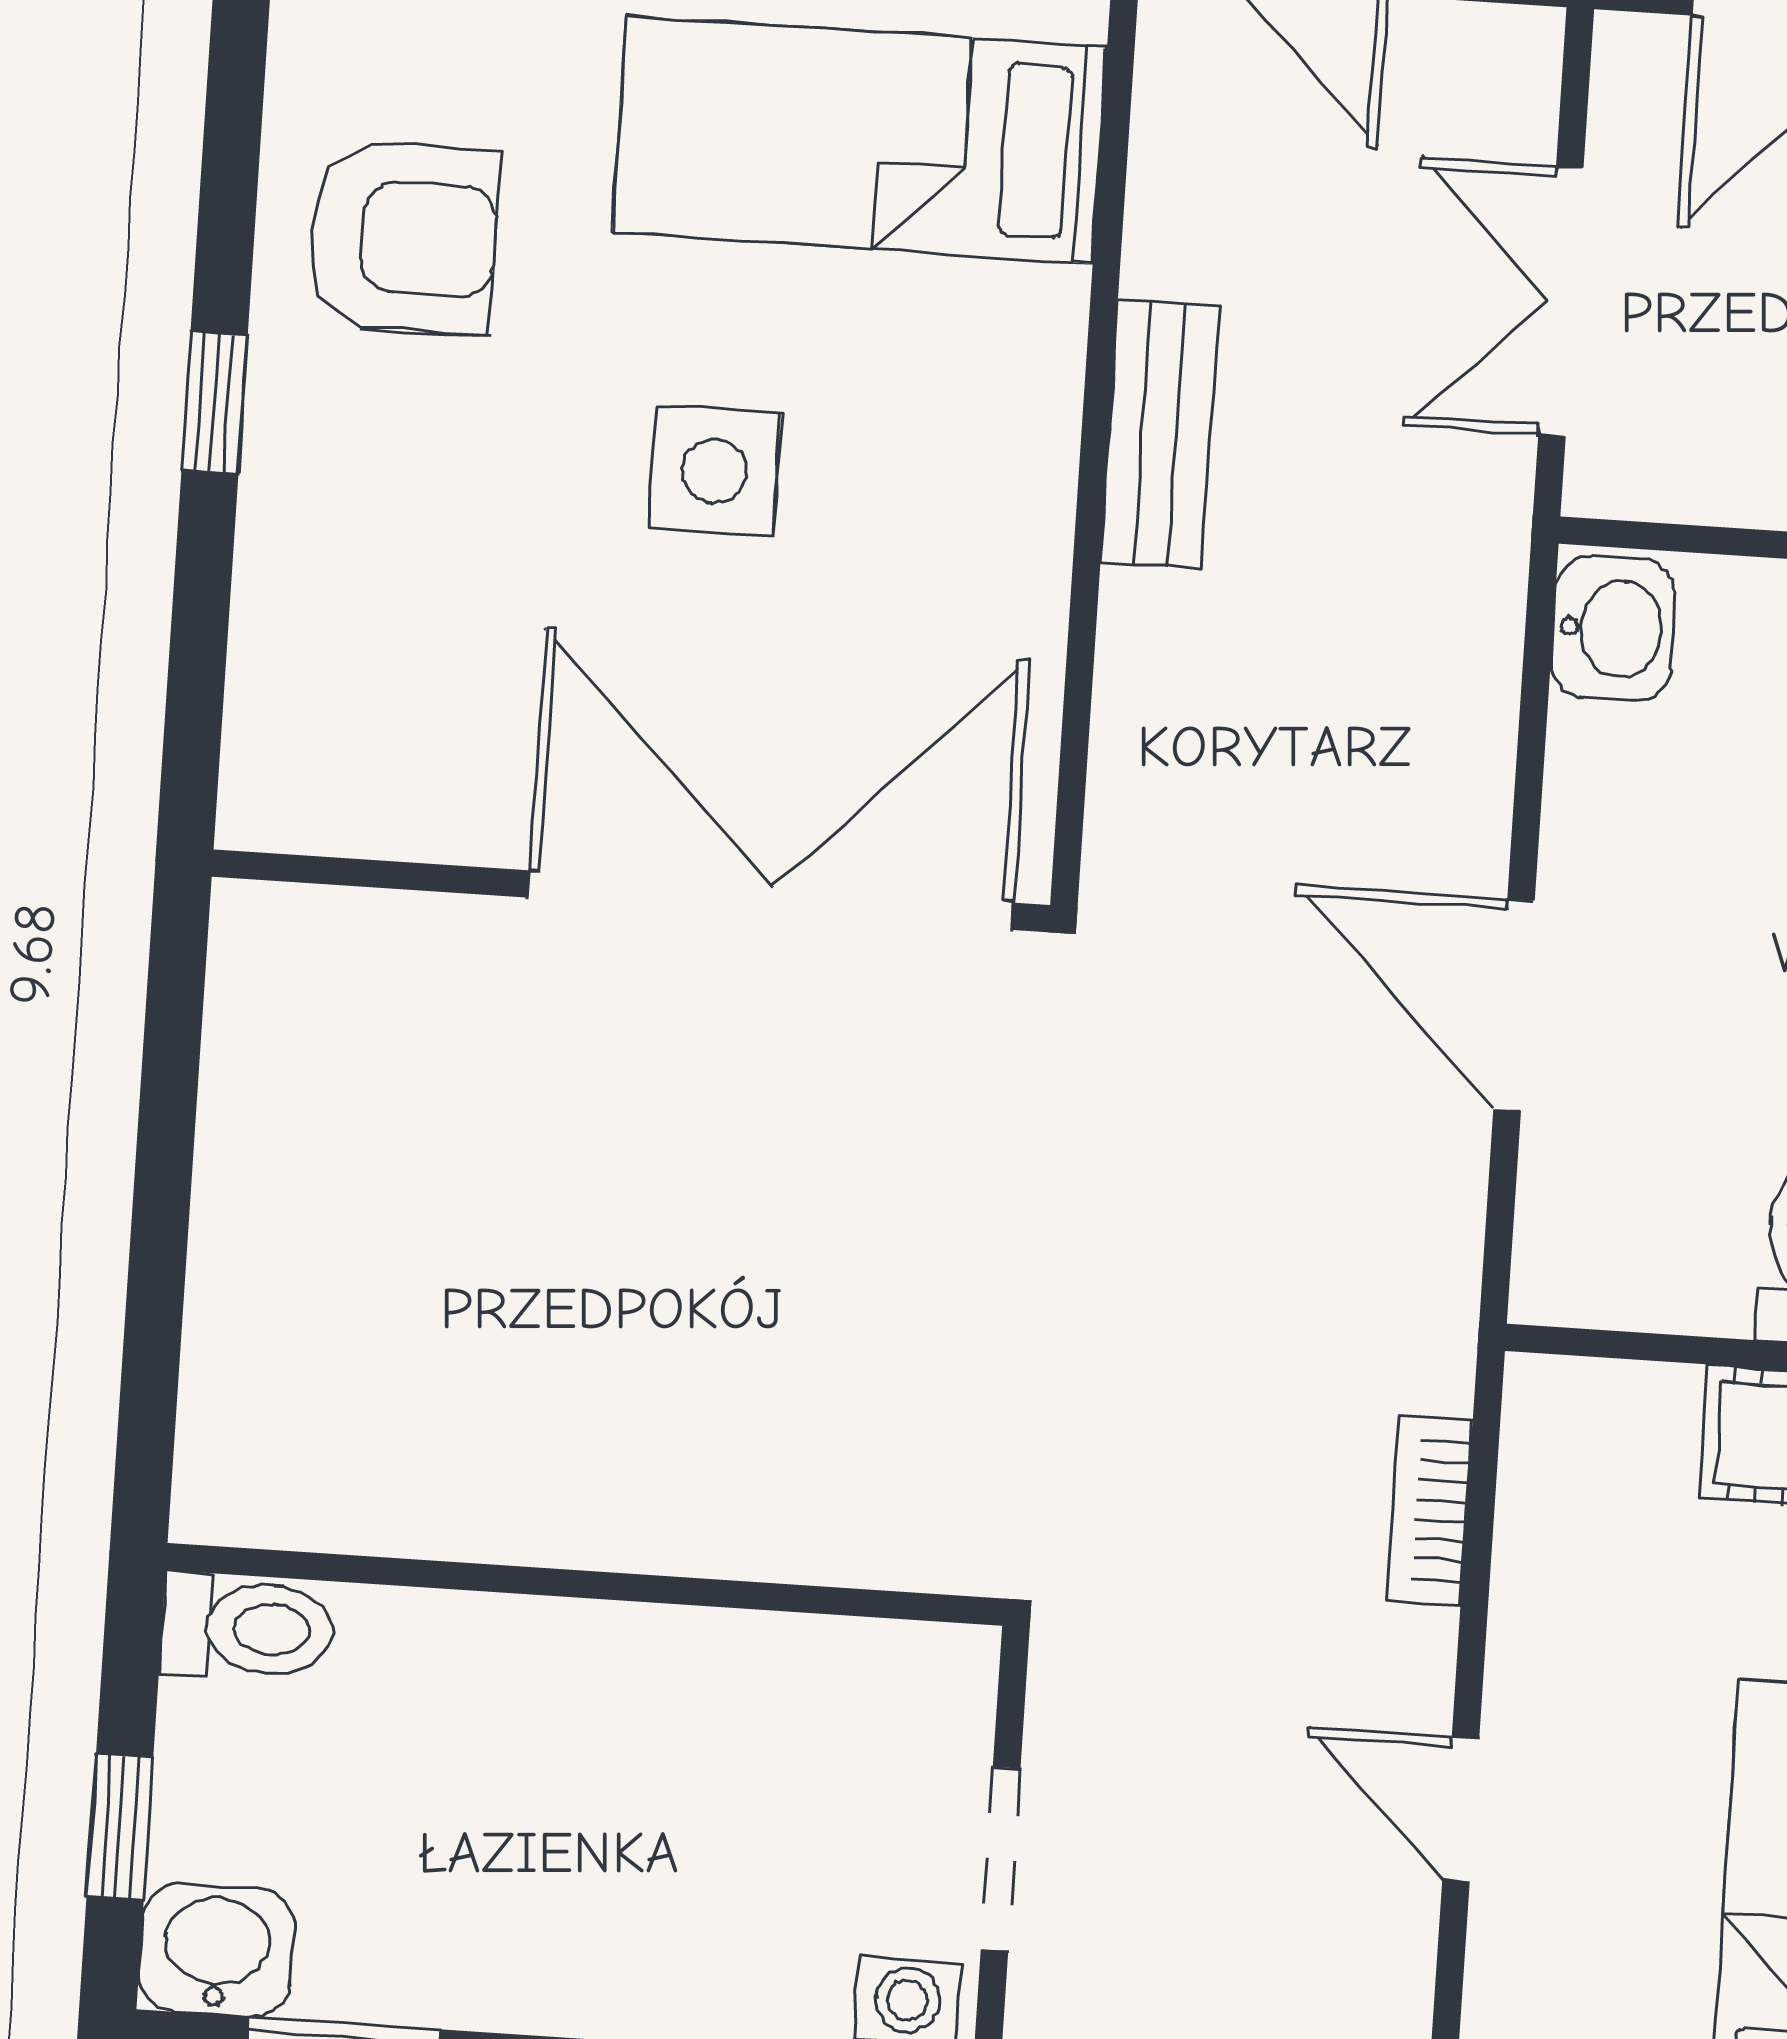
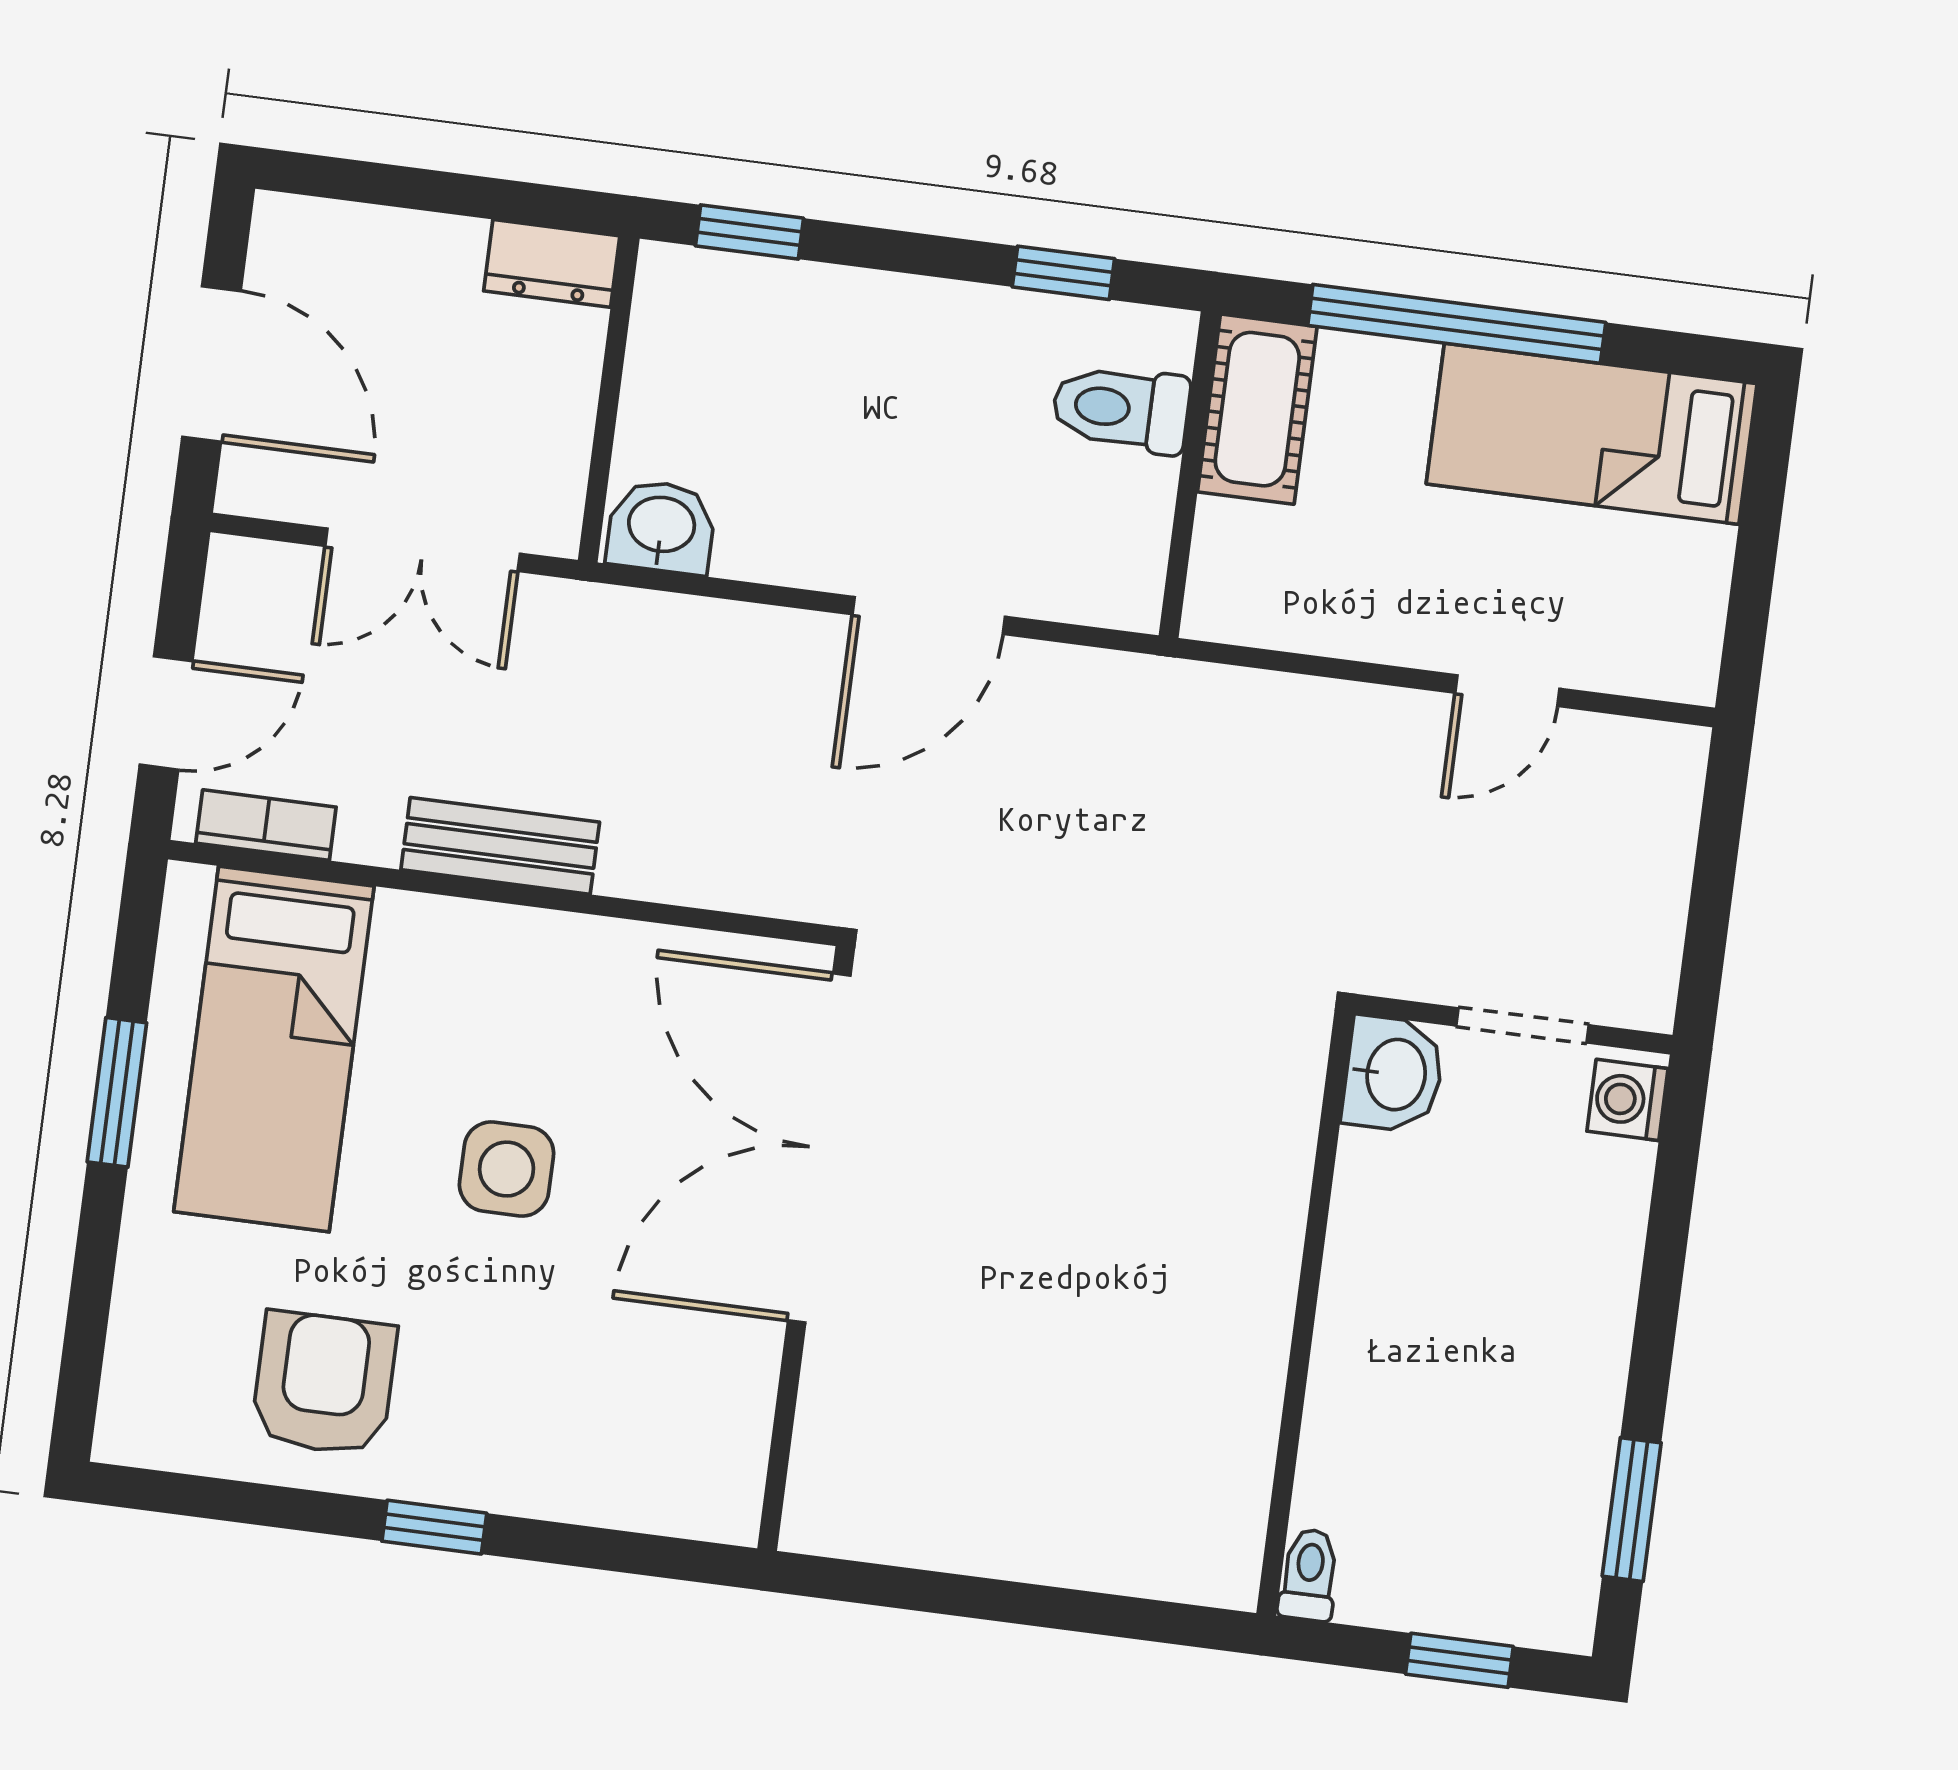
bookcase: (1430, 1510) -> (266, 825), moved, turned 180
toilet: (248, 1628) -> (1309, 1575), width x0.73, depth x0.72
washbasin: (217, 1950) -> (1393, 1074), moved, turned 180

